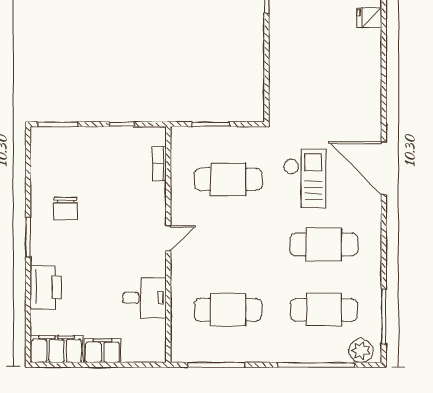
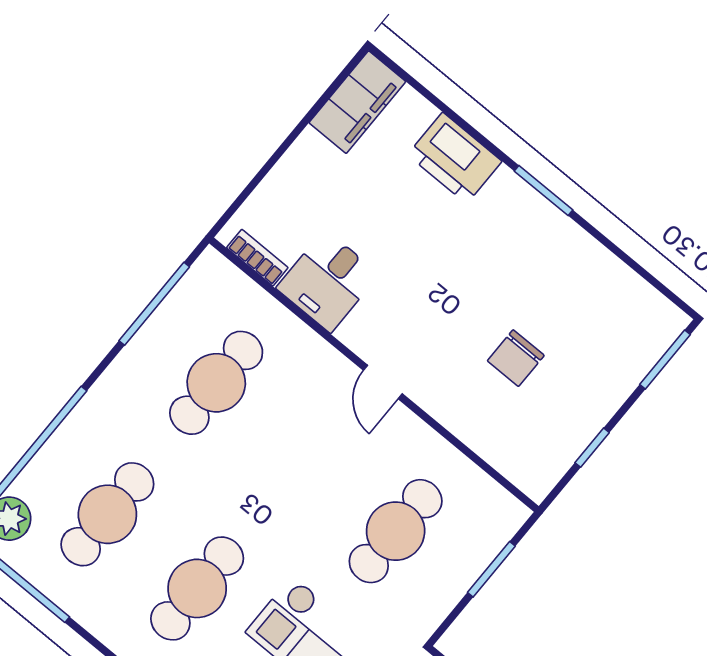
bookcase: (159, 164) -> (257, 258), moved
chair: (65, 208) -> (516, 358), moved, turned -90
filing cabinet: (103, 351) -> (303, 164), removed

